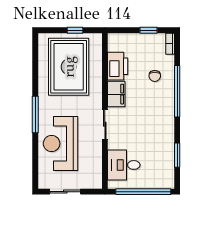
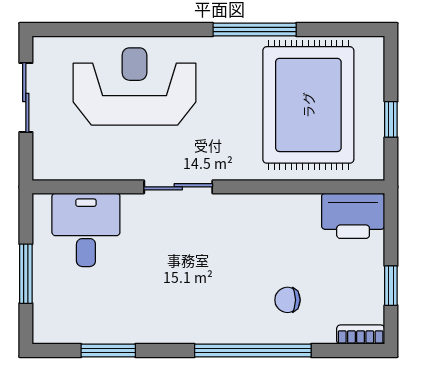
printer: (118, 66) -> (353, 216), moved
rug: (69, 67) -> (308, 105), turned 90
filing cabinet: (116, 94) -> (246, 213), removed
window: (35, 114) -> (255, 29), moved
window: (143, 192) -> (26, 274), width x0.47

